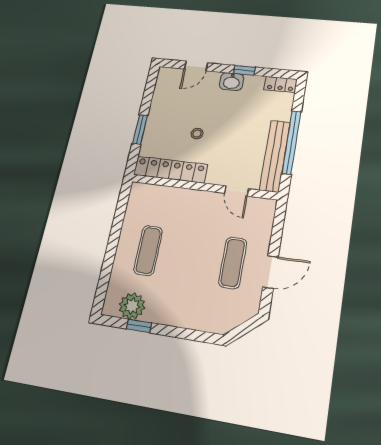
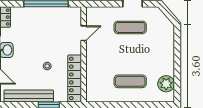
bench: (275, 156) -> (29, 96), moved
window: (139, 326) -> (177, 77), removed

